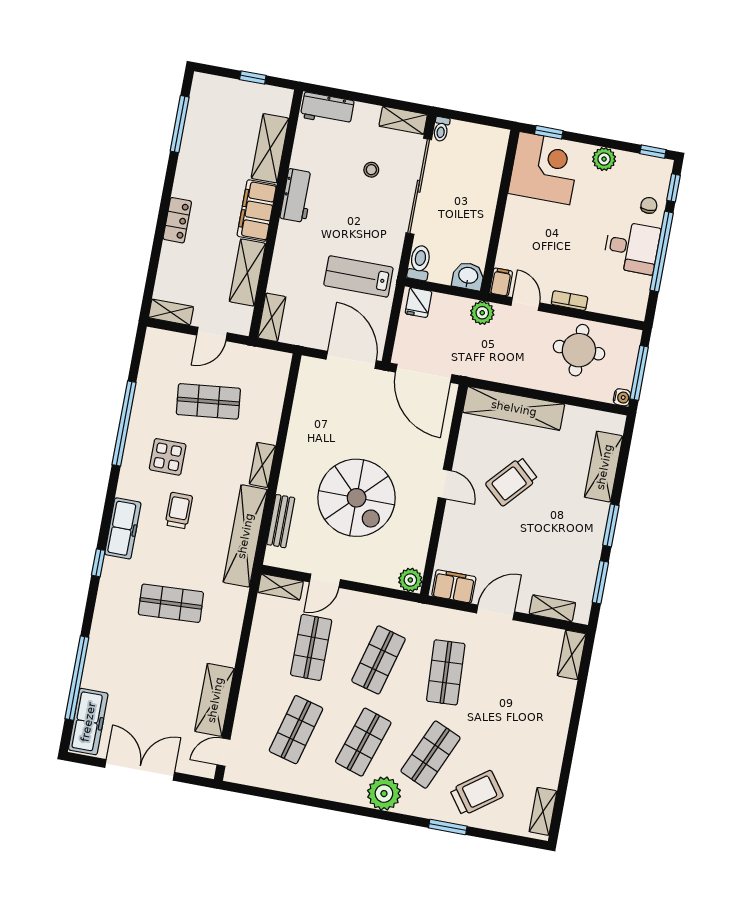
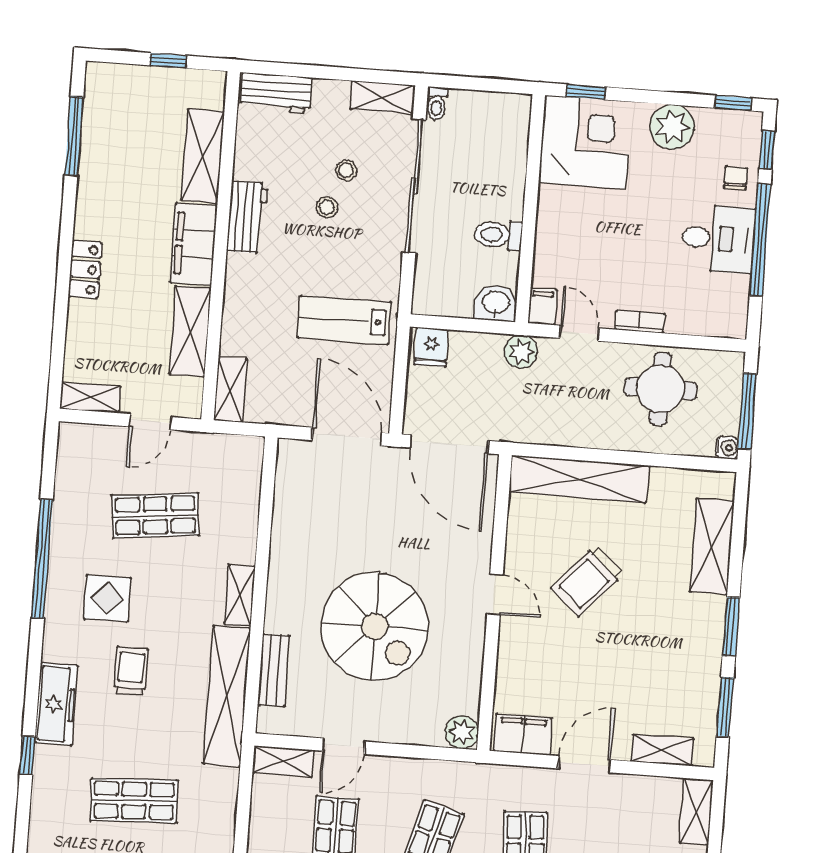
plant: (604, 159) -> (672, 127), width x1.36, depth x1.36
stool: (355, 194) -> (327, 207), added
toilet: (420, 263) -> (498, 235), moved, turned -90

